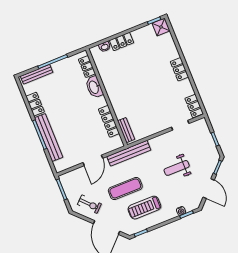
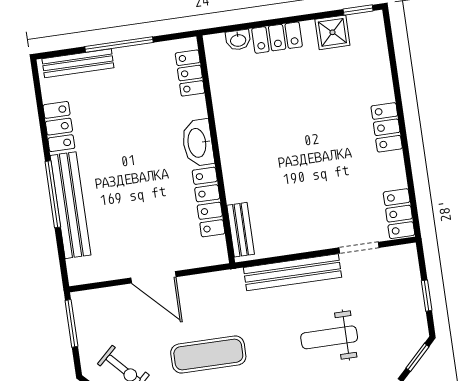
shower: (161, 27) -> (332, 32), moved
washbasin: (94, 87) -> (198, 143), moved
bench: (129, 153) -> (293, 272), moved
door: (93, 160) -> (153, 277), hinge flipped

